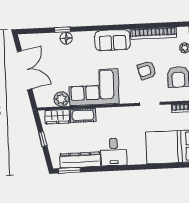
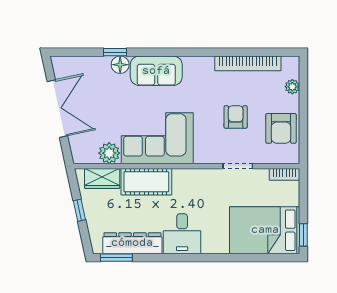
sofa: (112, 40) -> (156, 71), moved
armchair: (147, 70) -> (236, 117), turned 106
cot: (83, 115) -> (146, 182), width x1.37, depth x1.34

